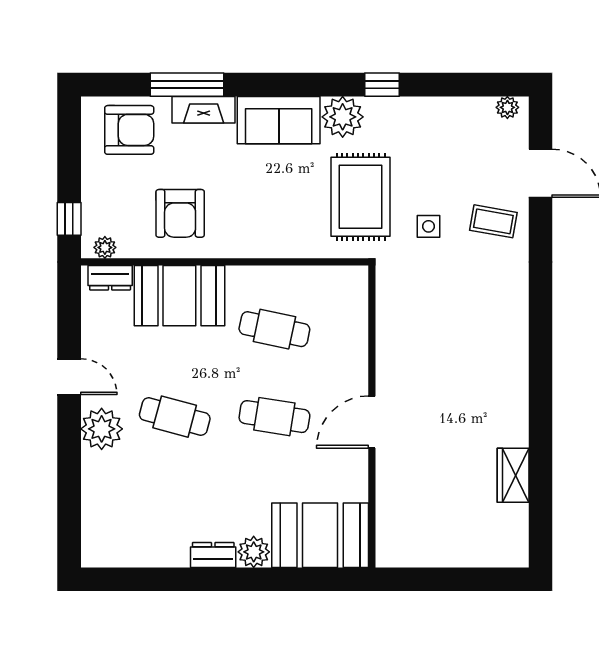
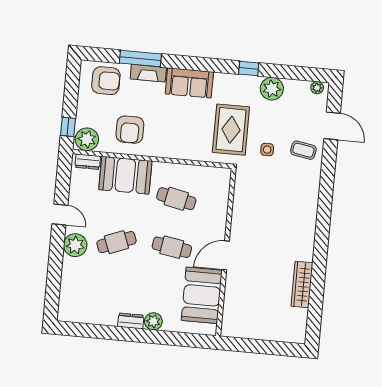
plant: (343, 117) -> (272, 89), moved
plant: (105, 247) -> (87, 139), width x1.88, depth x1.88
cafe table: (175, 417) -> (116, 242), turned -36
wardrobe: (513, 475) -> (302, 285), width x1.50
booth: (320, 535) -> (202, 295), moved, turned 90

